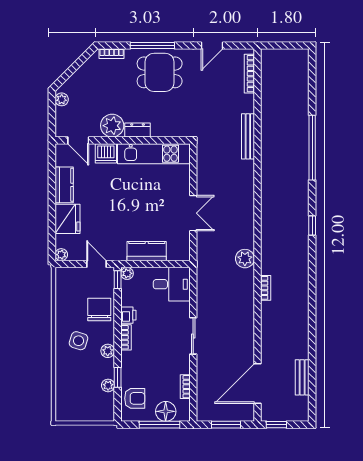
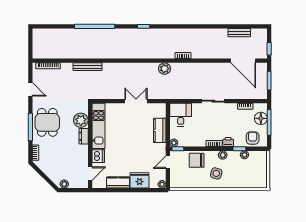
plant: (112, 126) -> (81, 120), moved
printer: (128, 315) -> (228, 142), moved

